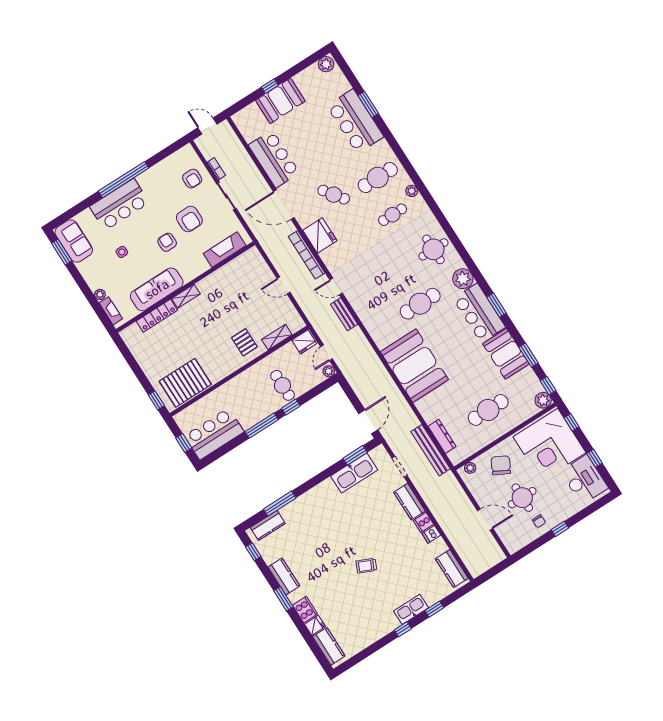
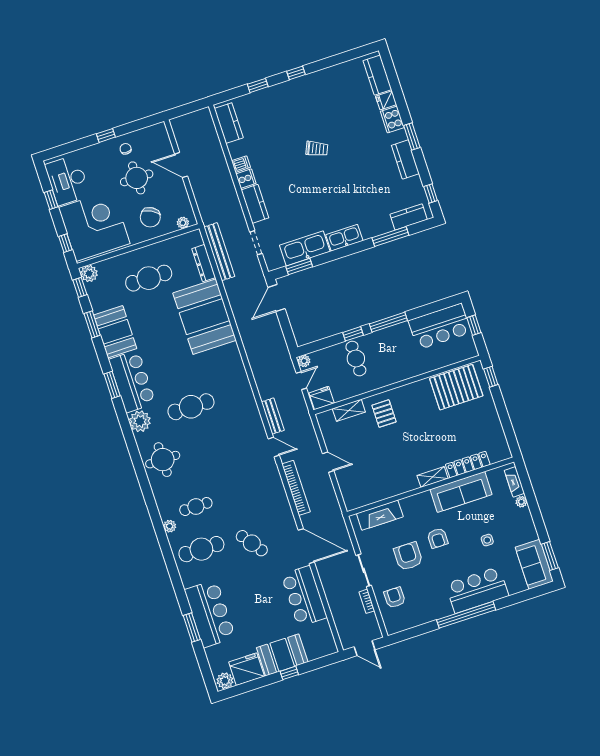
fridge: (320, 235) -> (247, 669), moved, turned 90
booth: (414, 366) -> (205, 317), moved
kitchen sink: (411, 609) -> (344, 238), moved, turned 180

